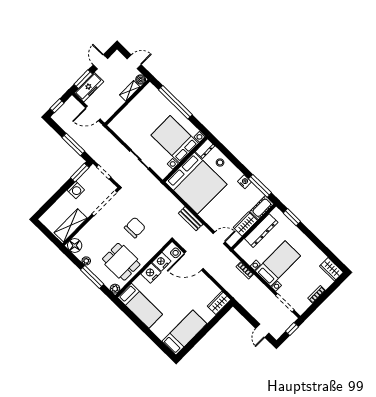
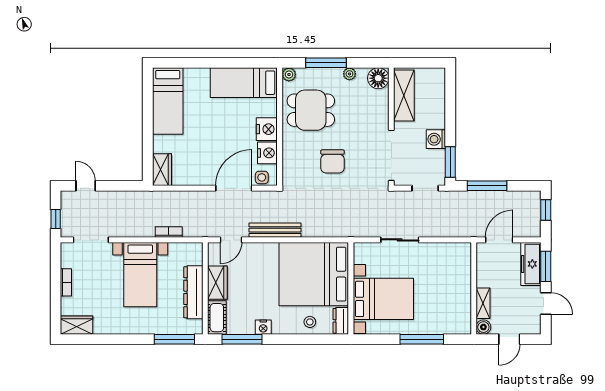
window: (175, 102) -> (422, 339), width x0.68
window: (292, 217) -> (174, 339), width x1.44
bench: (191, 219) -> (275, 230), width x1.36

